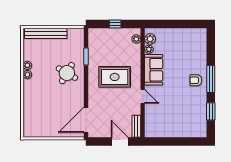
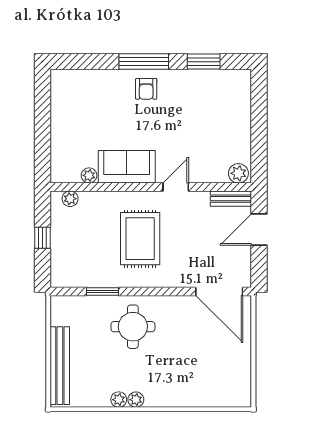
plant: (150, 39) -> (238, 173), moved
round table: (67, 73) -> (133, 327), turned -30

